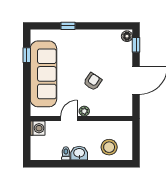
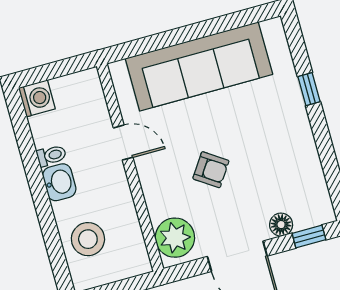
floor lamp: (127, 36) -> (281, 225), moved
window: (27, 55) -> (227, 22), removed
plant: (84, 111) -> (175, 238), moved, width x1.87, depth x1.87
washing machine: (38, 128) -> (37, 98), moved, turned -90

